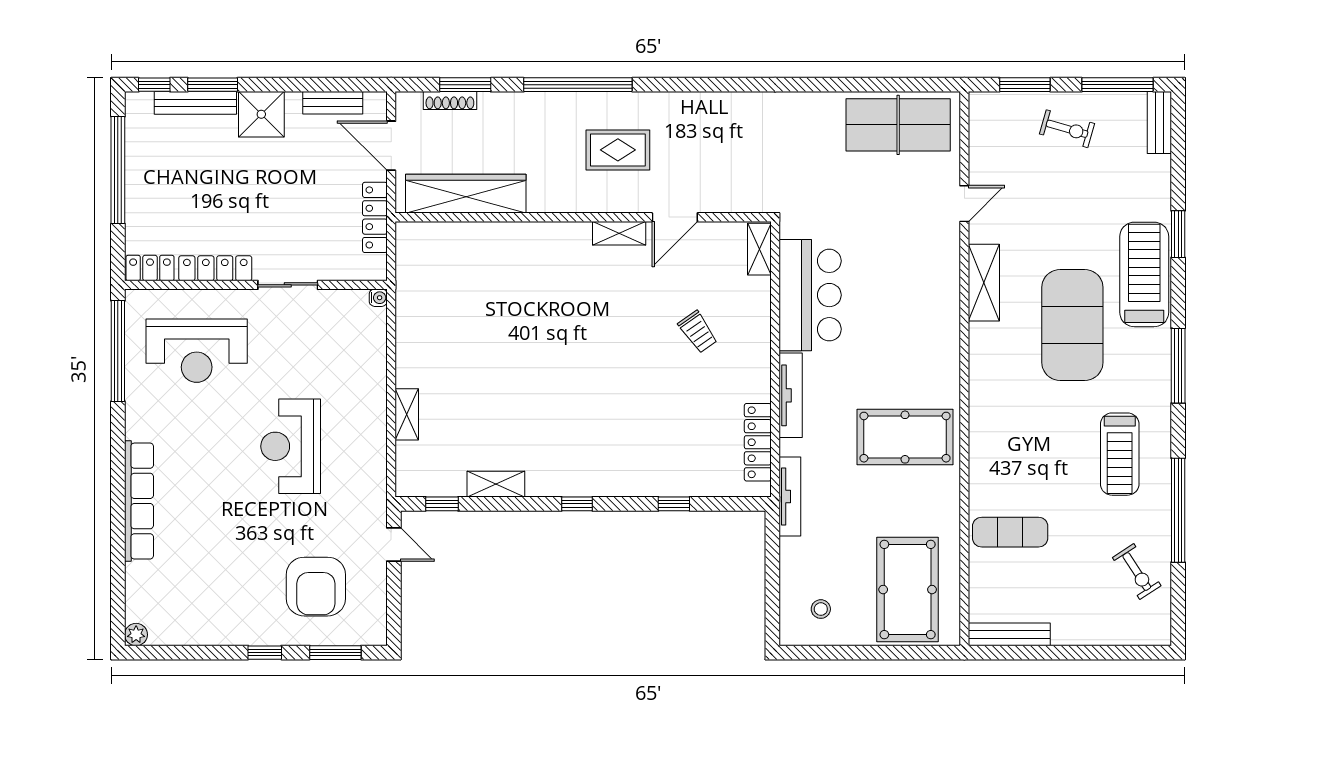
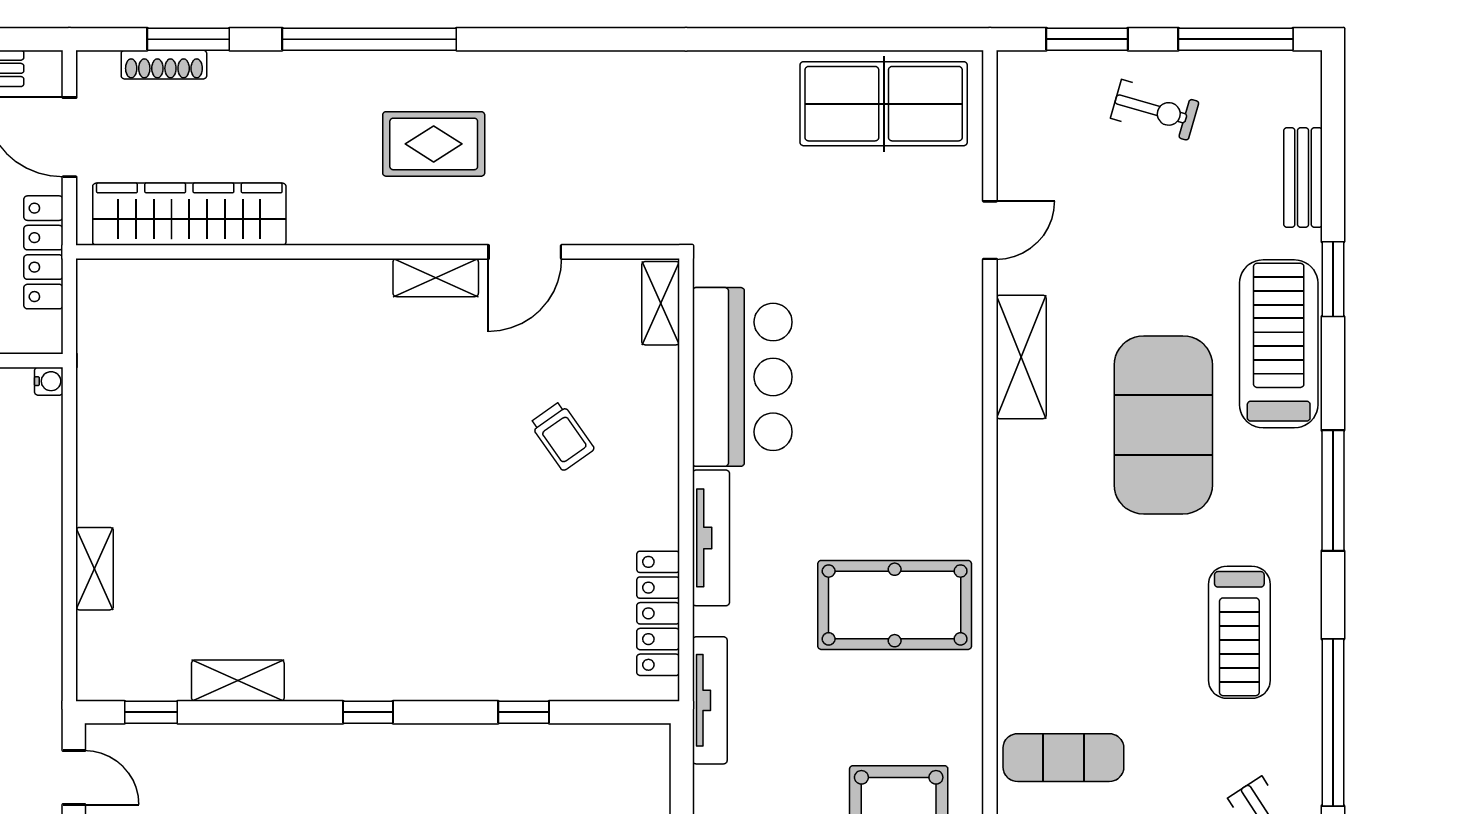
bench: (1159, 123) -> (1303, 177), moved

